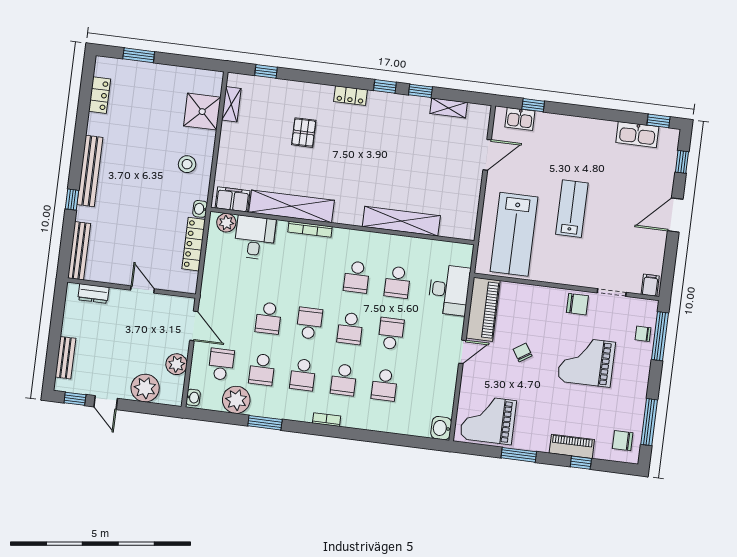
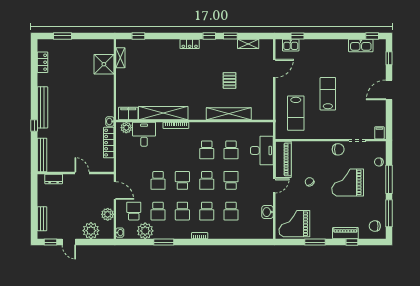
pallet: (304, 133) -> (230, 80), moved
stool: (187, 164) -> (99, 96), removed
lab bench: (514, 234) -> (296, 113), width x0.73, depth x0.72
window: (660, 336) -> (389, 179), moved
washbasin: (441, 428) -> (267, 212), moved

